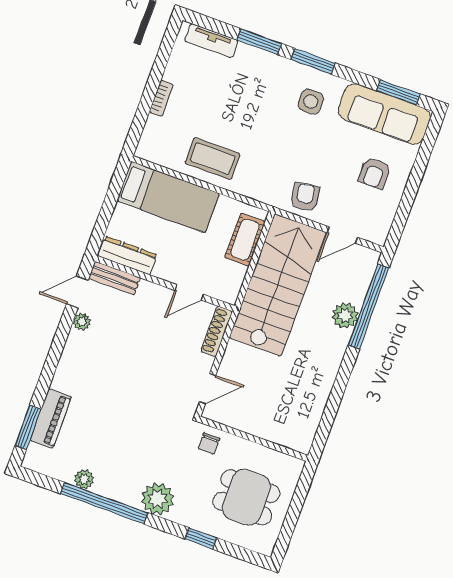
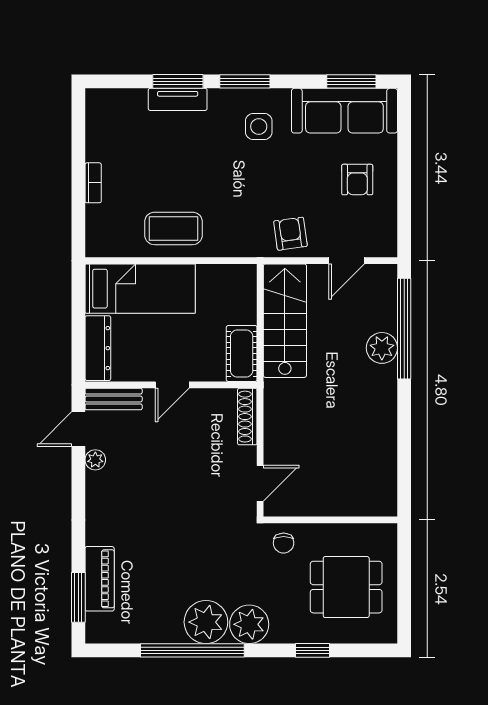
tv unit: (211, 41) -> (178, 99), moved
cot: (245, 240) -> (242, 354), moved
dresser: (128, 255) -> (98, 348), moved, turned 90
stairs: (278, 285) -> (285, 321), width x0.73, depth x0.66
door: (189, 292) -> (172, 385), moved
plant: (84, 479) -> (206, 622), moved, width x1.88, depth x1.88

